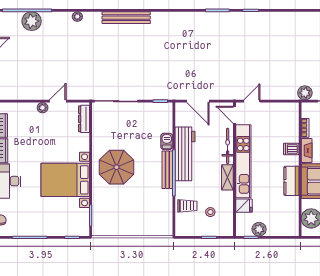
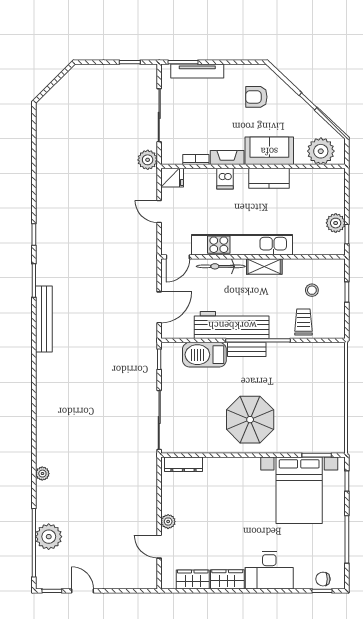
bench: (126, 18) -> (44, 319), moved
door: (58, 101) -> (159, 547), moved
door: (252, 101) -> (159, 211), moved
barbecue: (167, 141) -> (204, 355), width x1.88, depth x1.53
bench: (167, 170) -> (247, 349), width x0.73
bed with nightstands: (65, 180) -> (299, 490), moved
fridge: (244, 206) -> (172, 178), moved, turned 90

